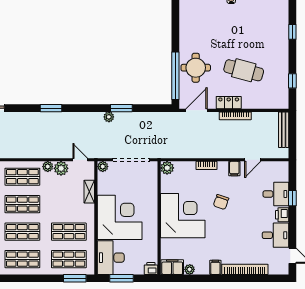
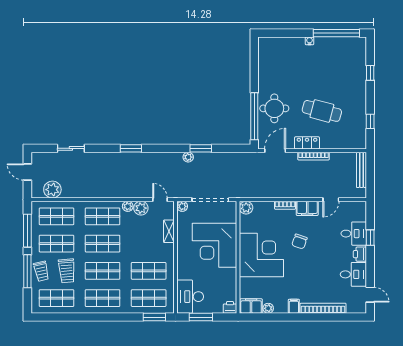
filing cabinet: (234, 169) -> (307, 208), width x2.00
corner desk: (120, 217) -> (215, 245), moved, turned 180

